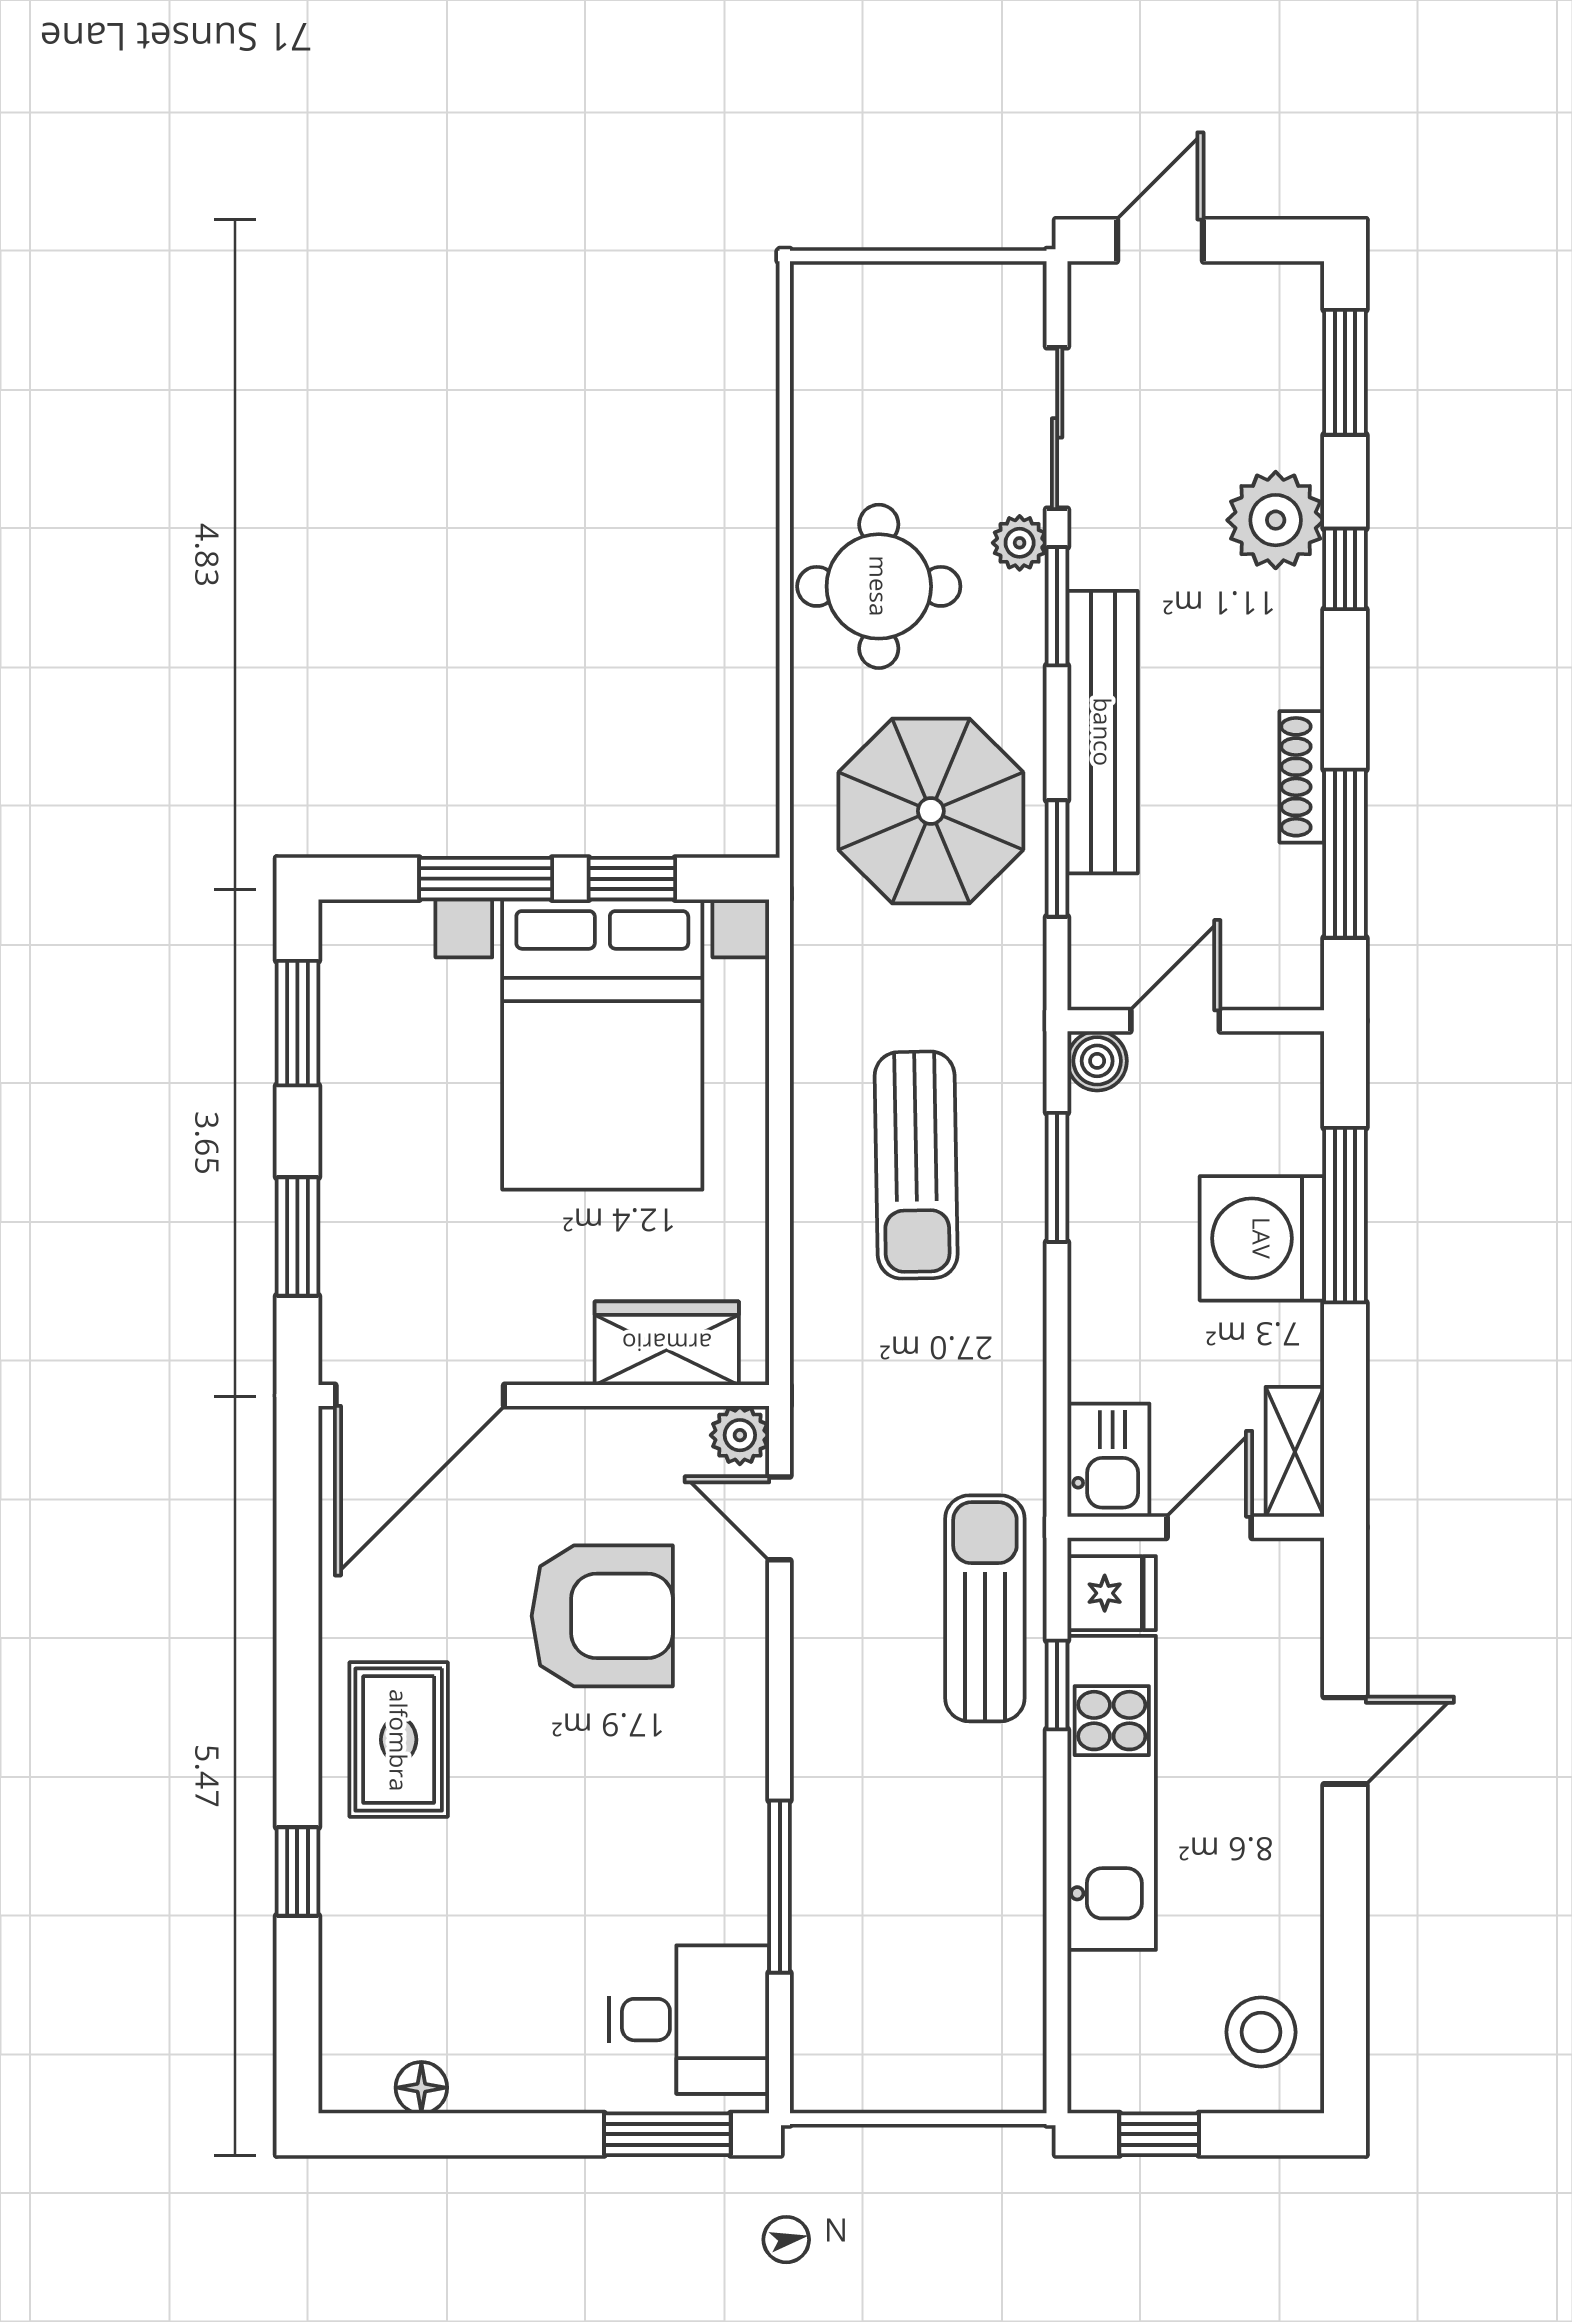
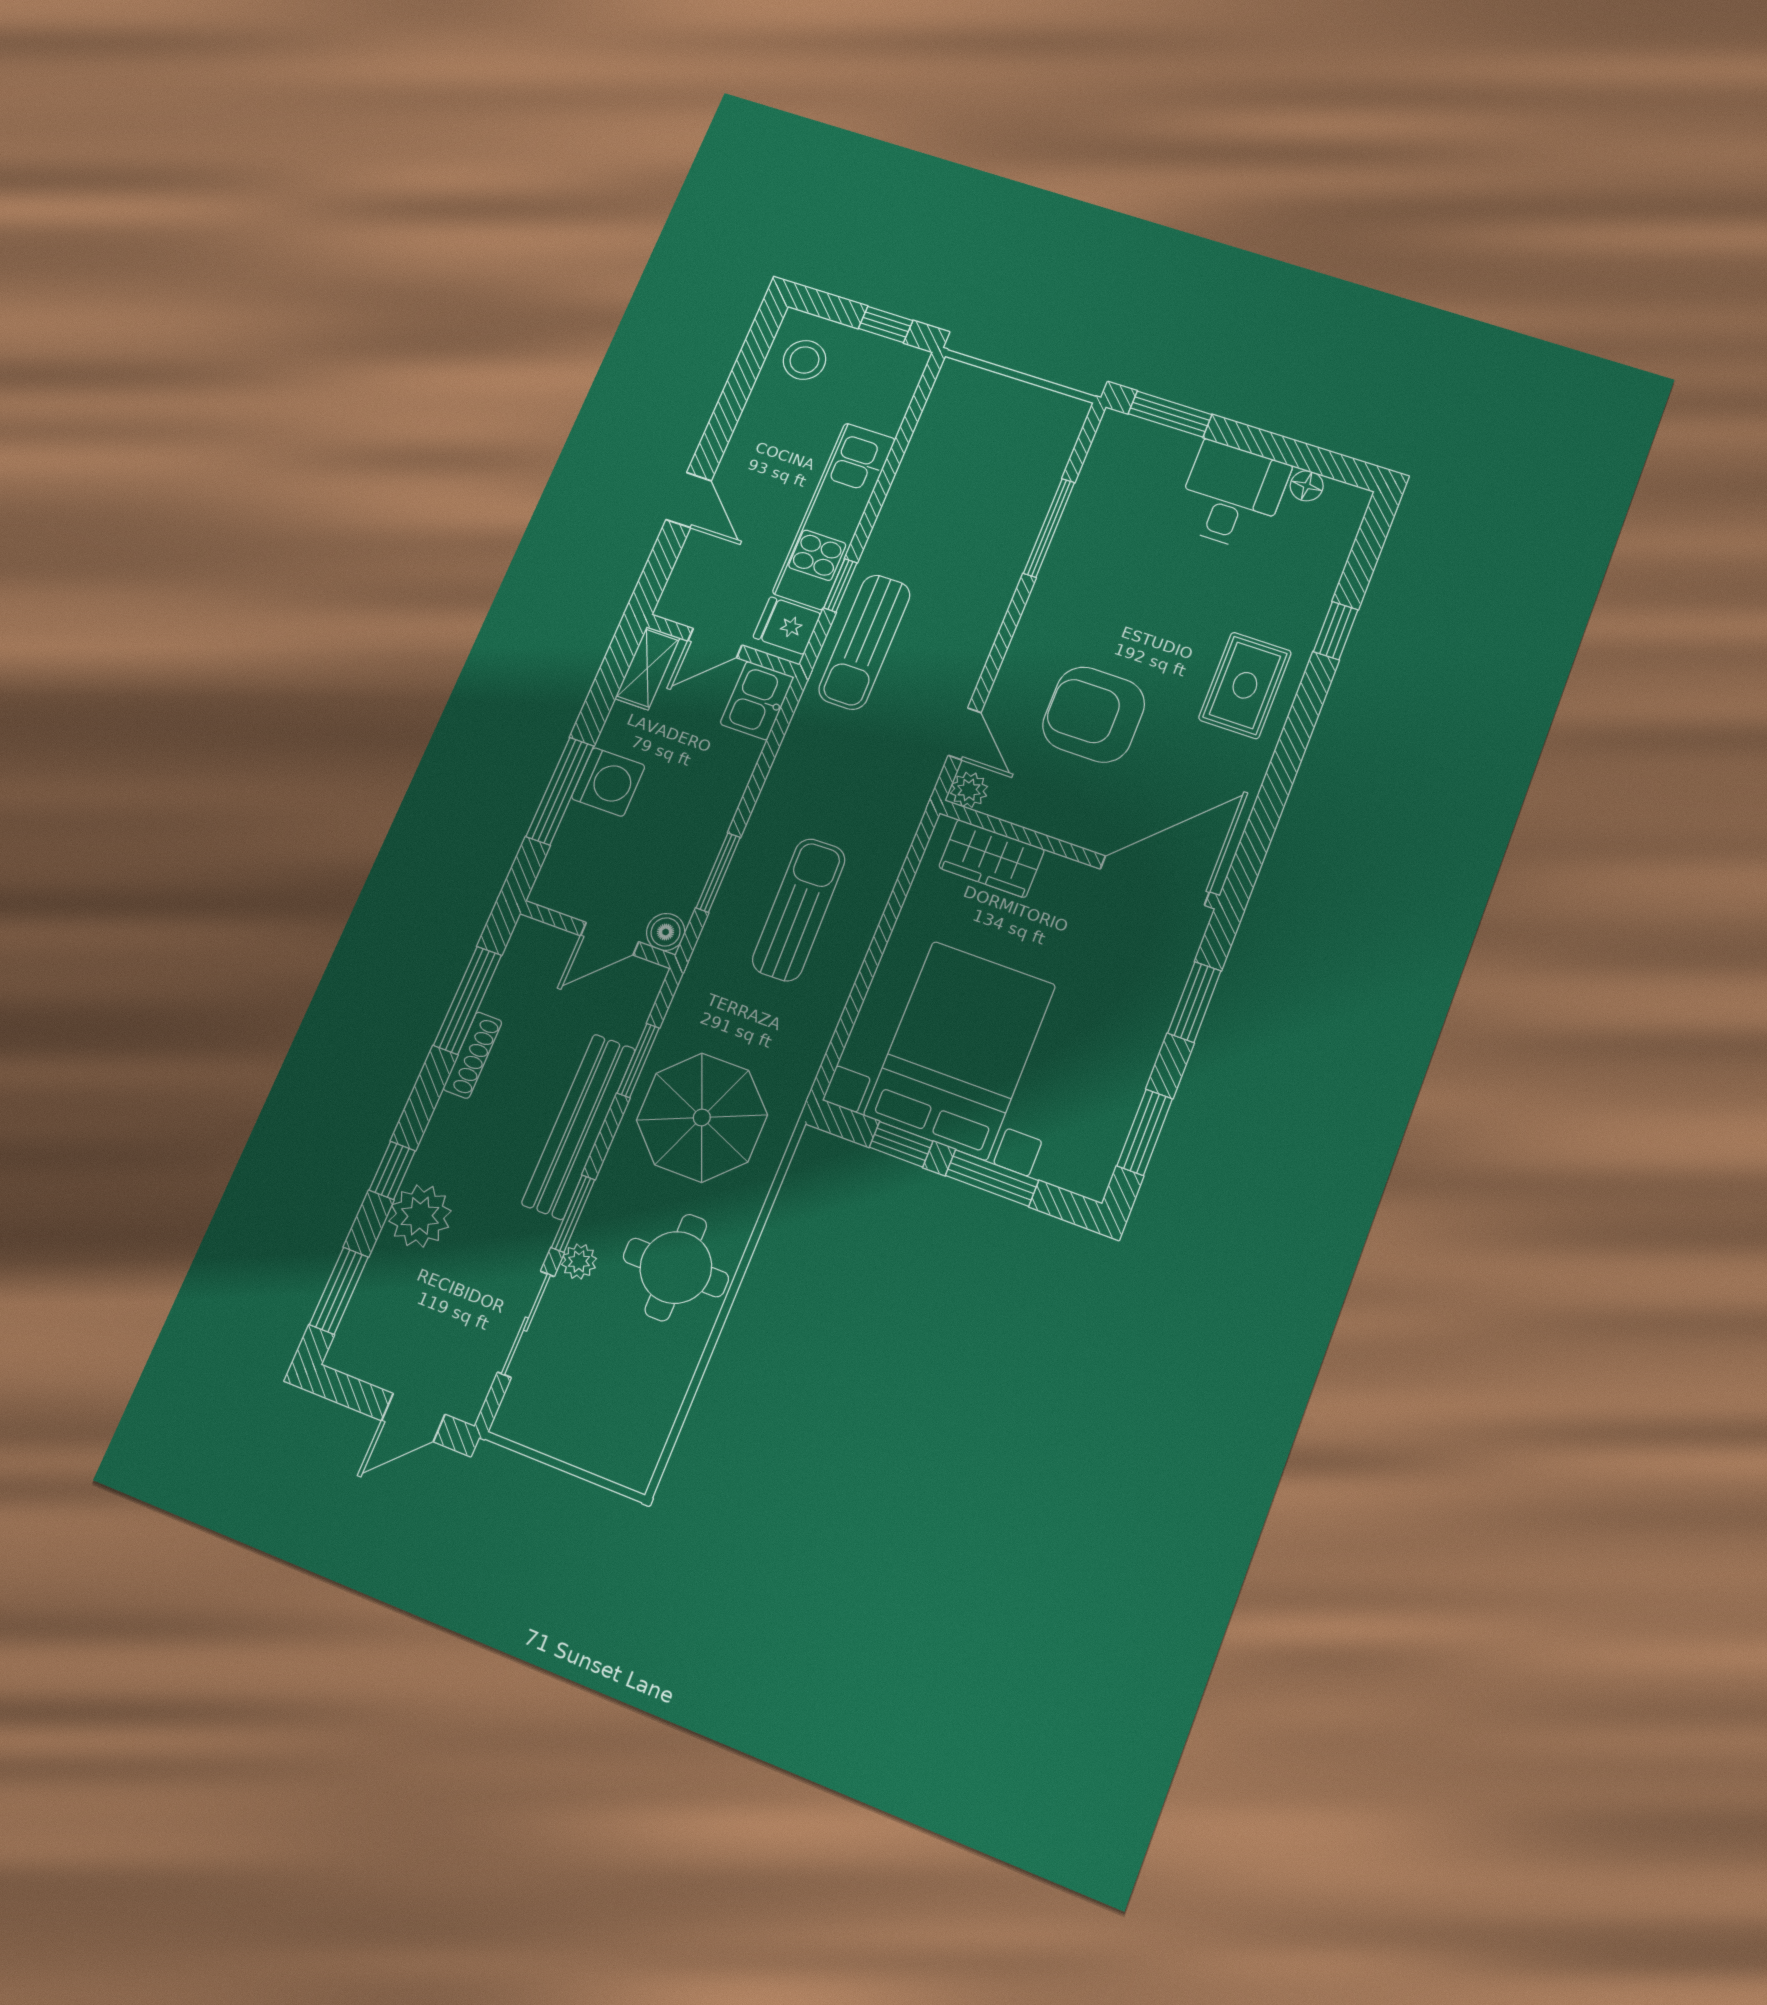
washing machine: (1262, 1238) -> (608, 782), width x0.73, depth x0.73
door: (1345, 1741) -> (689, 500), swing flipped
desk: (689, 2020) -> (1232, 496), moved, turned 90

